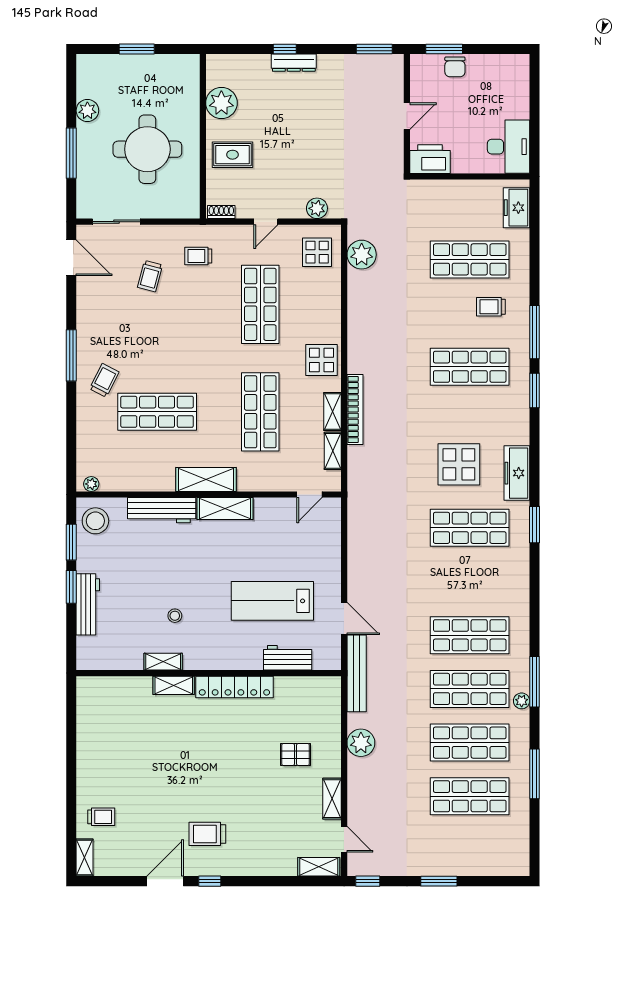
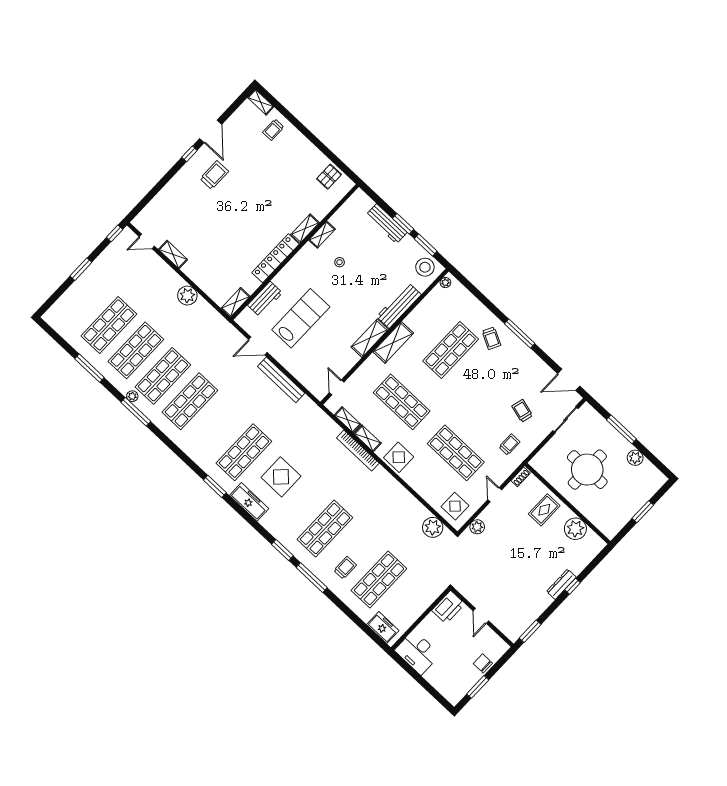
window: (444, 49) -> (478, 687), moved
bench: (357, 673) -> (281, 380), moved
pallet: (296, 755) -> (329, 177), moved
shelving: (319, 867) -> (235, 302), moved

